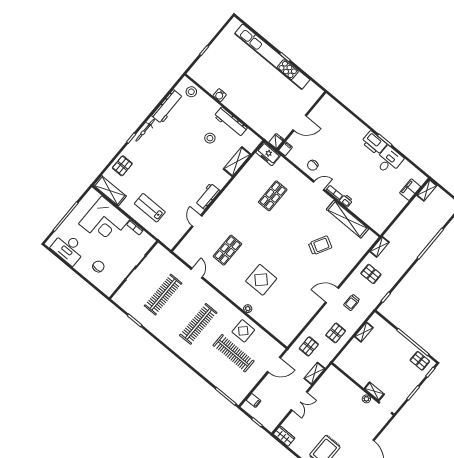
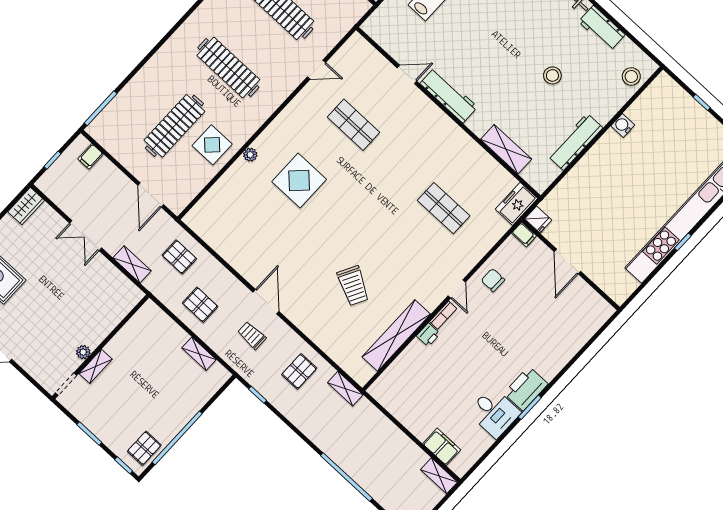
workbench: (167, 107) -> (602, 28), width x0.73
stool: (210, 138) -> (552, 75), moved
workbench: (208, 196) -> (449, 95), width x1.38

